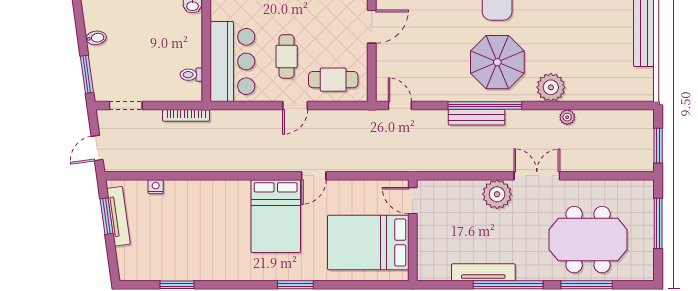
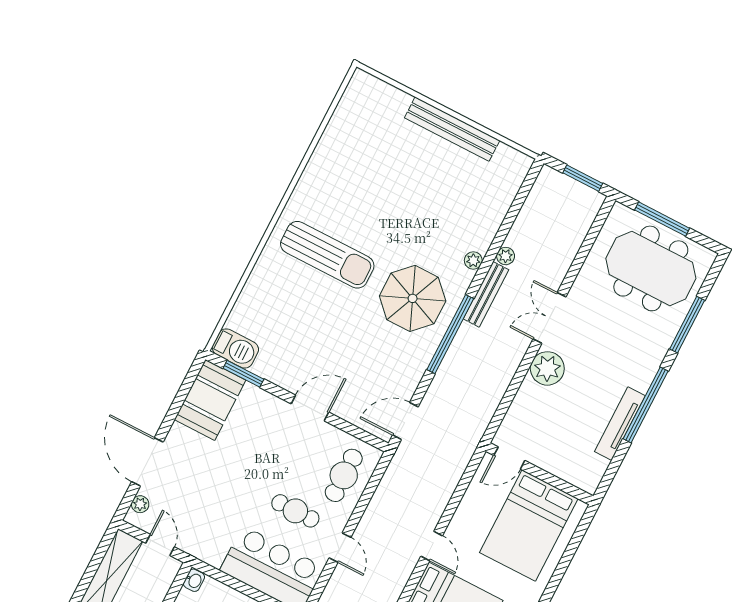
door: (372, 27) -> (310, 408), hinge flipped
plant: (551, 87) -> (473, 261), width x0.53, depth x0.53
door: (295, 106) -> (340, 548), moved
door: (400, 106) -> (405, 421), width x1.37
bench: (477, 117) -> (486, 294), moved
meeting table: (588, 240) -> (651, 268), moved, turned 90

